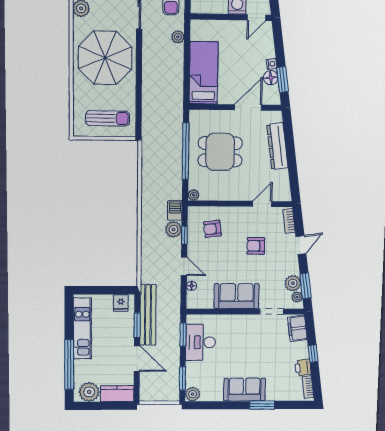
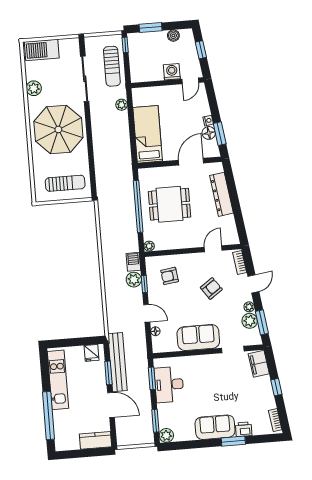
armchair: (256, 246) -> (211, 288), turned 145
plant: (297, 297) -> (249, 307), moved
printer: (303, 367) -> (244, 429), moved, turned 98
plant: (89, 392) -> (69, 441), removed

